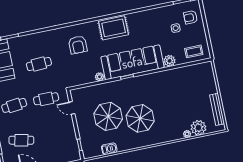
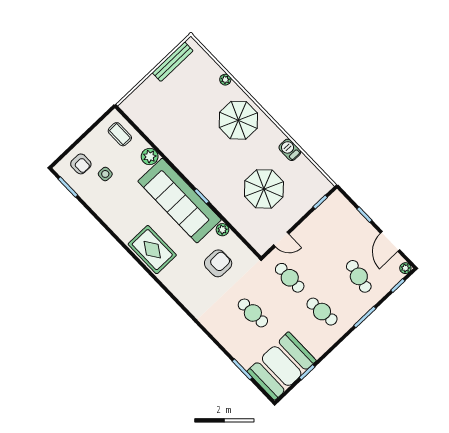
armchair: (78, 45) -> (218, 263), moved
door: (72, 108) -> (281, 239), hinge flipped
parasol: (140, 118) -> (238, 120), moved
plant: (198, 128) -> (209, 71), removed
barbecue: (109, 149) -> (290, 150), moved

